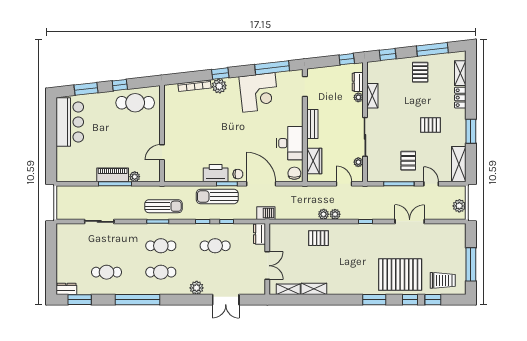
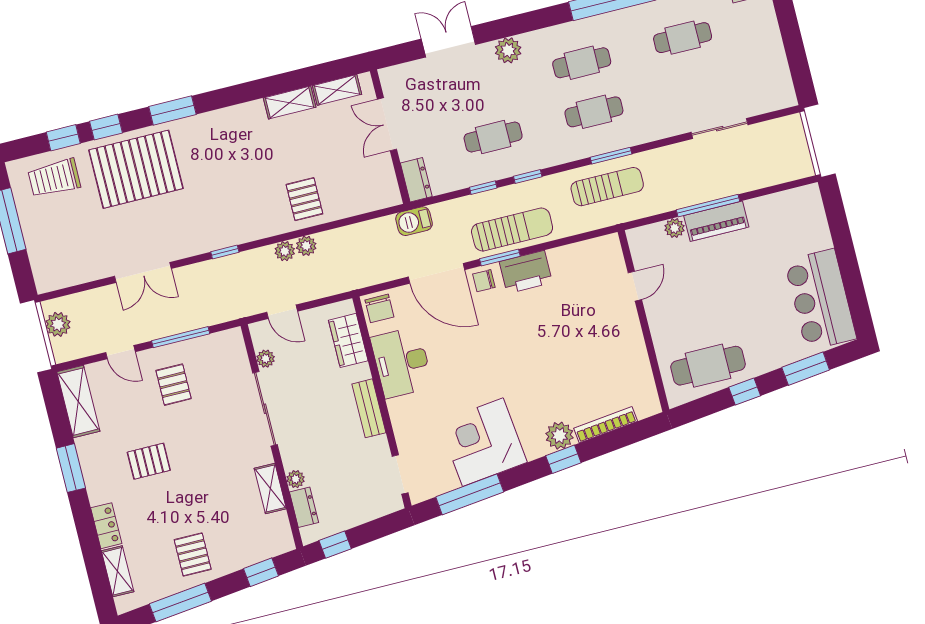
sun lounger: (164, 206) -> (607, 187), turned 180
pallet: (319, 238) -> (304, 199), turned 90

